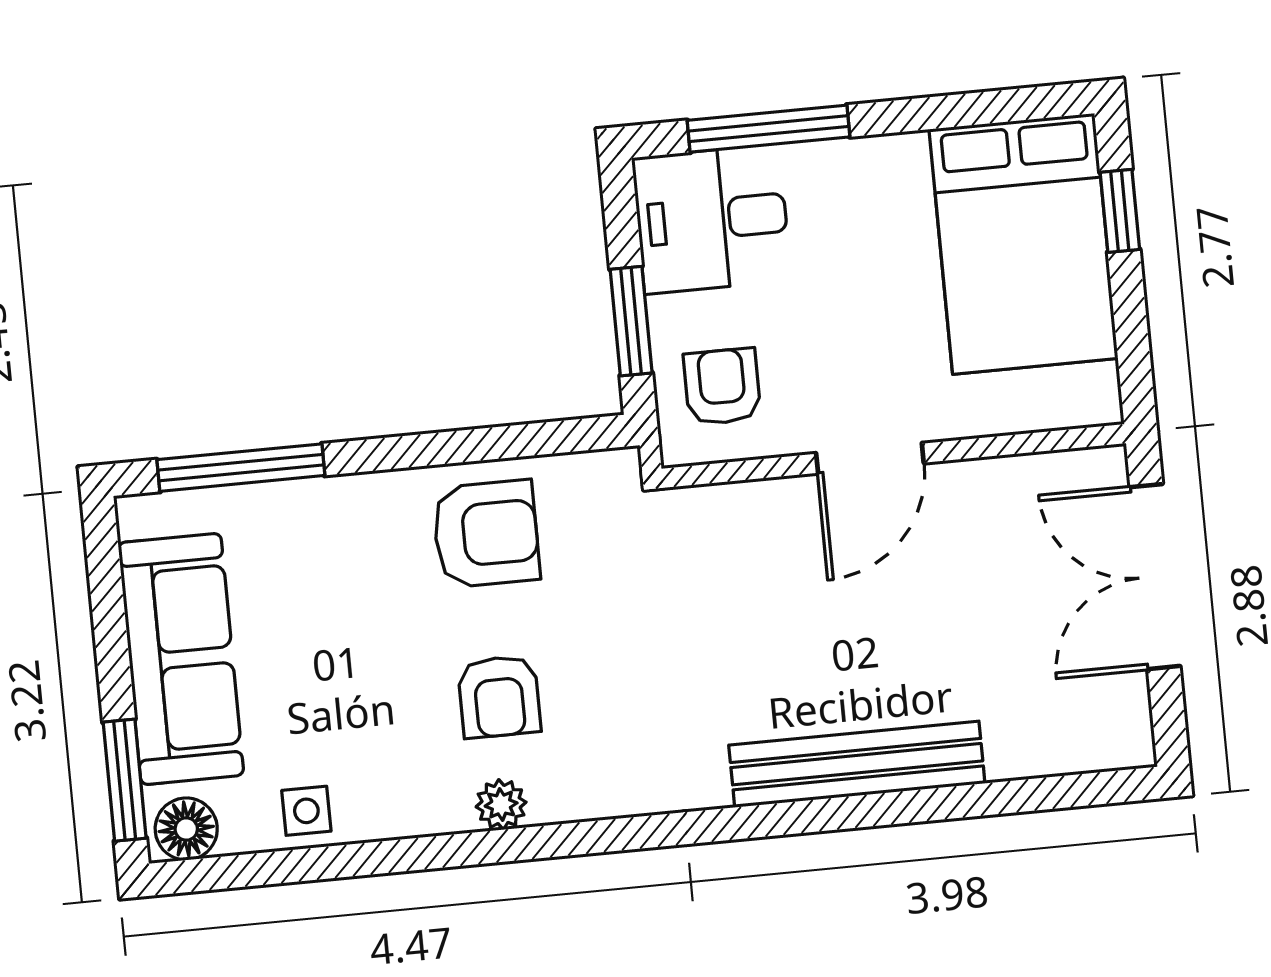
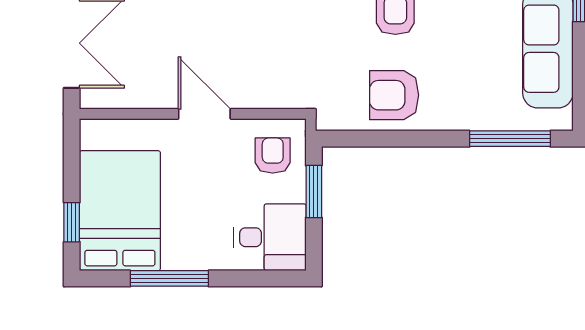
window: (768, 129) -> (169, 278), moved
armchair: (722, 387) -> (273, 155), turned 180
door: (870, 458) -> (204, 114), hinge flipped

